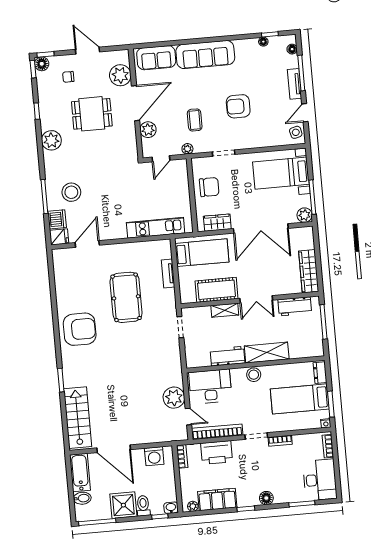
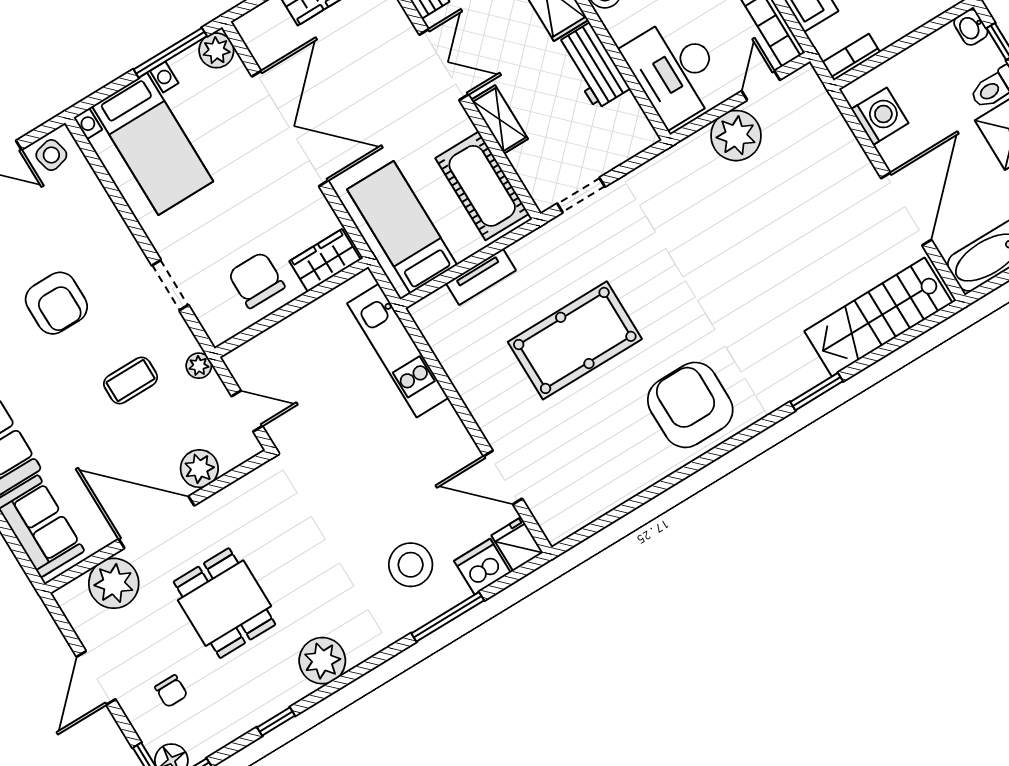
wardrobe: (217, 223) -> (325, 260), moved, turned 90
cot: (217, 290) -> (482, 186), moved

